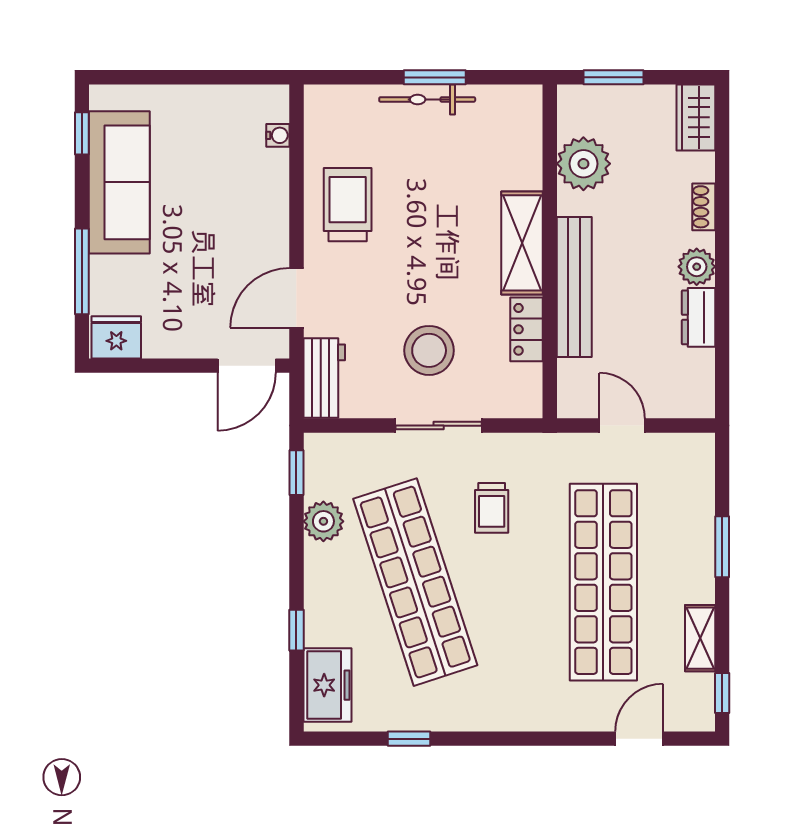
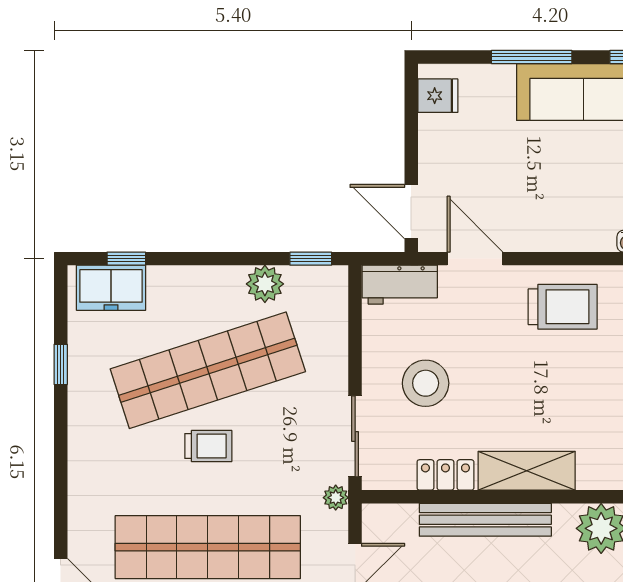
window: (82, 271) -> (532, 57), moved
fridge: (116, 337) -> (438, 96), width x0.72
sliding door: (439, 426) -> (355, 436), moved
plant: (551, 446) -> (336, 498), added
trolley: (492, 508) -> (208, 446), moved, turned 180
window: (296, 630) -> (126, 259), moved

